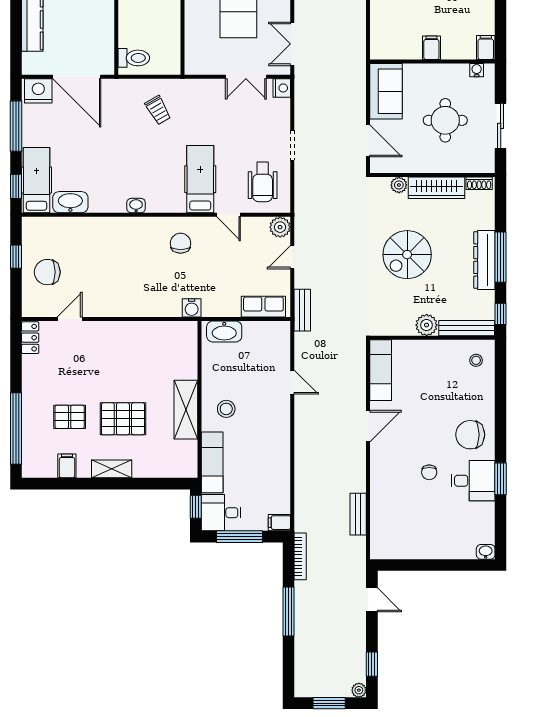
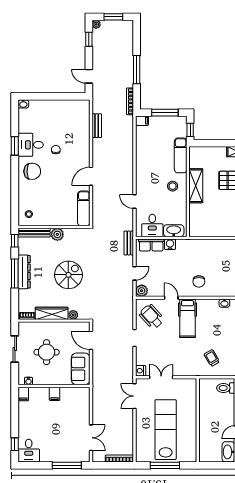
double door: (292, 44) -> (135, 396), swing flipped
wheelchair: (263, 182) -> (152, 317), turned -42
water cooler: (192, 308) -> (170, 244), moved
desk: (221, 513) -> (152, 225), moved, turned 90

